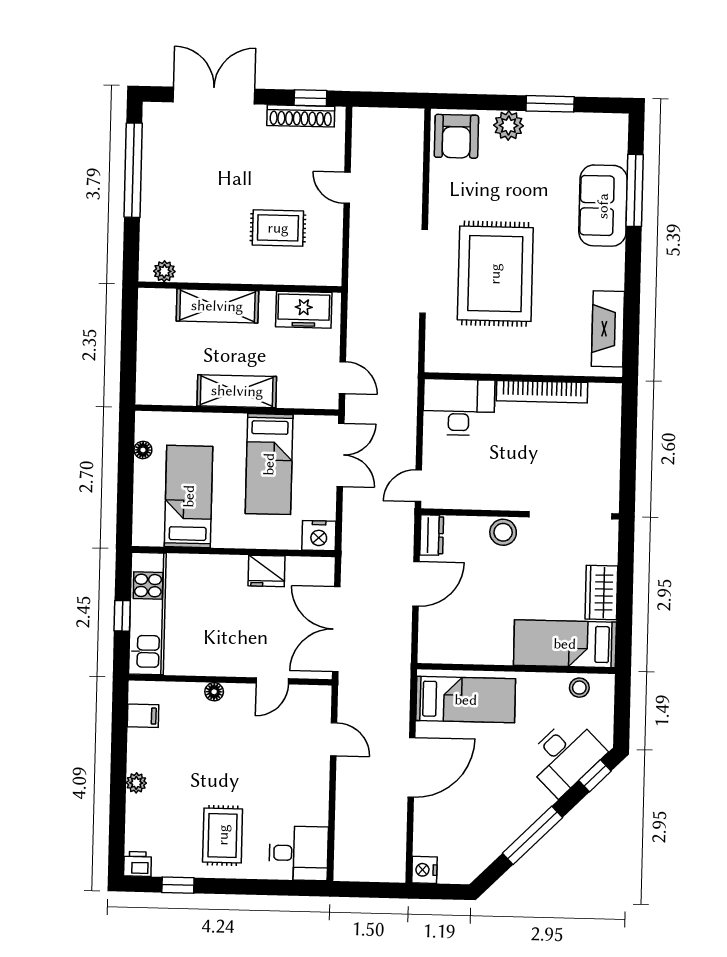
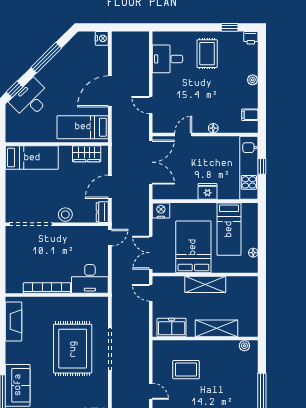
bed: (269, 464) -> (193, 247), width x1.50
fridge: (266, 571) -> (208, 191), moved
wardrobe: (601, 593) -> (87, 154), moved, turned 90
stool: (579, 688) -> (24, 135), removed
desk: (299, 853) -> (167, 59), moved

